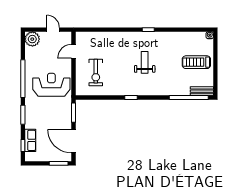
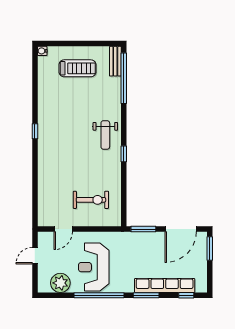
plant: (32, 39) -> (60, 283), moved
door: (73, 51) -> (63, 229), hinge flipped
weight bench: (145, 62) -> (105, 135), moved, turned -90
treadmill: (196, 62) -> (77, 68), turned -90
reception desk: (51, 85) -> (94, 267), moved
row of seats: (30, 140) -> (165, 285), width x2.02

